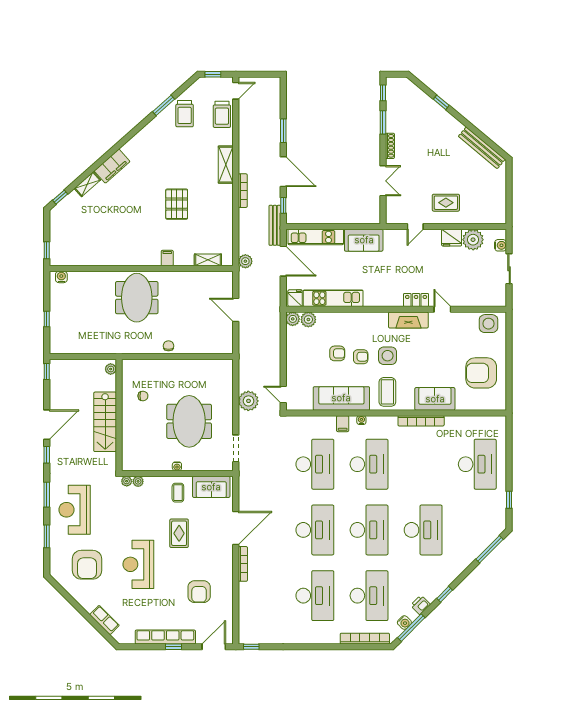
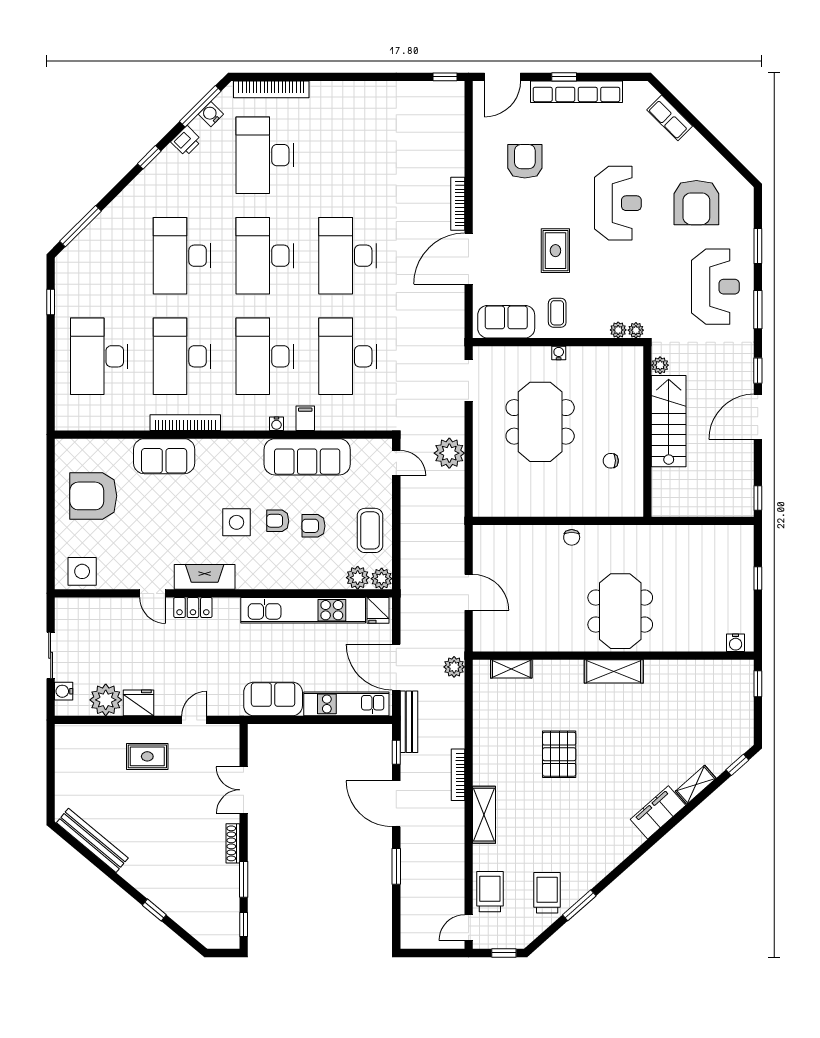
shelving: (141, 258) -> (614, 671), added
filing cabinet: (167, 258) -> (574, 672), removed
kitchen unit: (333, 298) -> (303, 610), width x1.36
plant: (111, 369) -> (660, 365), moved
armchair: (481, 373) -> (93, 496), turned 180
coffee table: (387, 392) -> (370, 530), moved
armchair: (87, 565) -> (696, 203), turned 180
desk: (315, 596) -> (182, 356), moved

